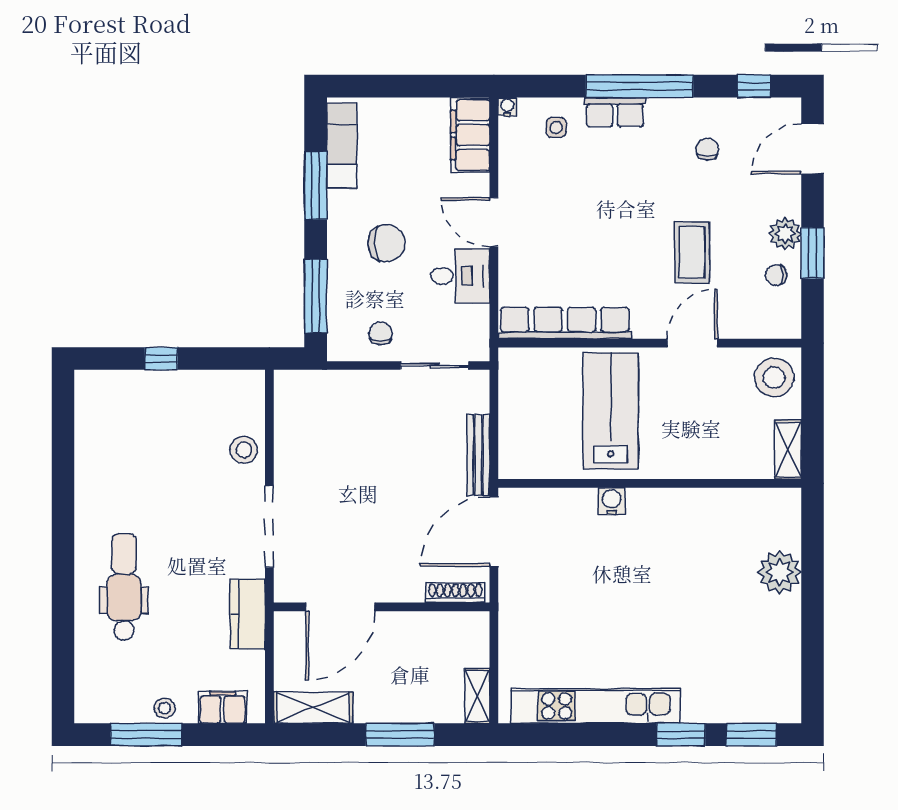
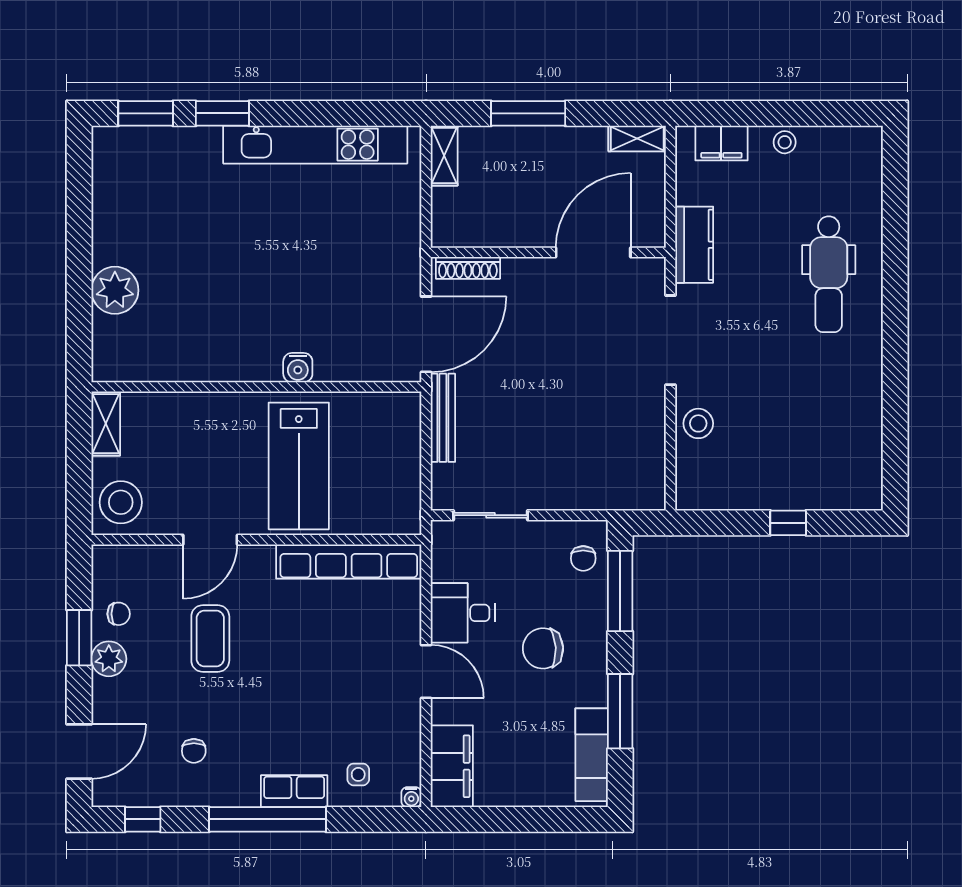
chair: (381, 333) -> (583, 558), moved
shelving: (313, 708) -> (637, 138), width x0.67, depth x0.75
window: (146, 735) -> (805, 113), removed

